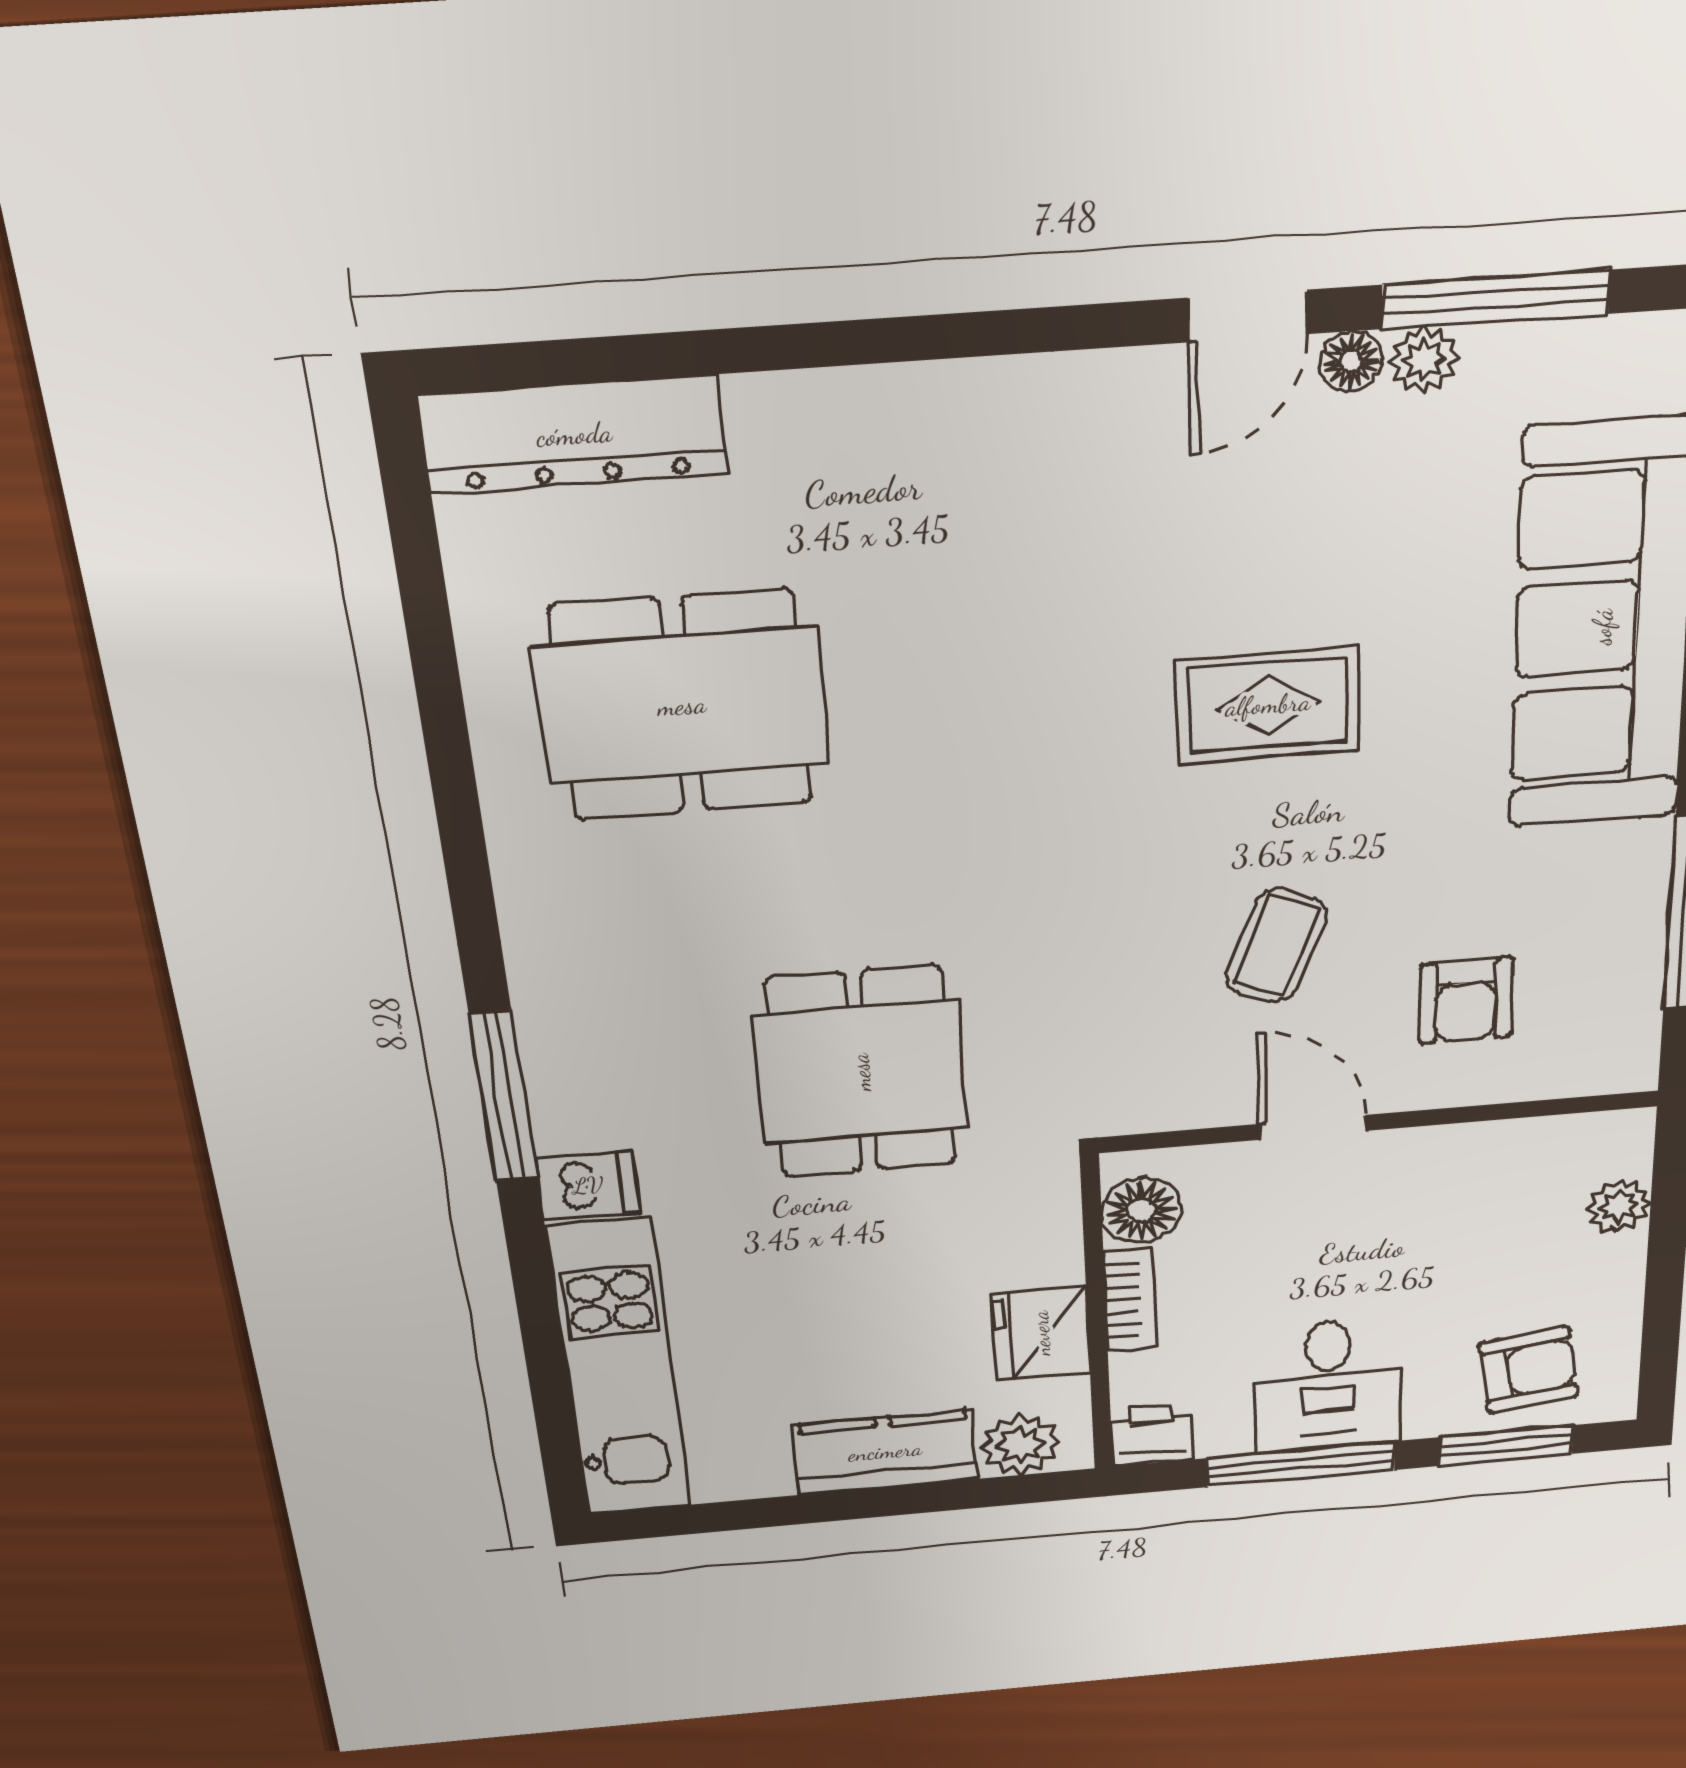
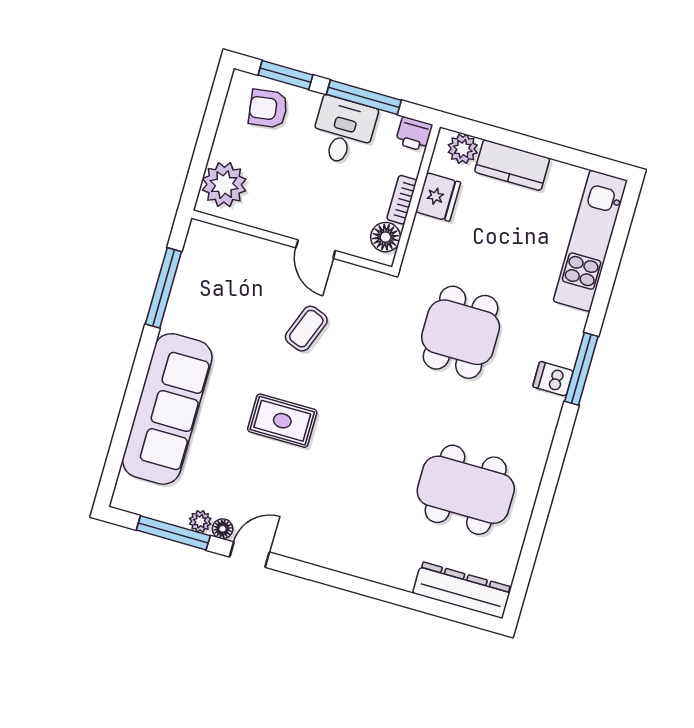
armchair: (1466, 1001) -> (248, 282), removed
dishwasher: (588, 1186) -> (553, 379), moved
plant: (1619, 1206) -> (224, 185), width x1.88, depth x1.88

